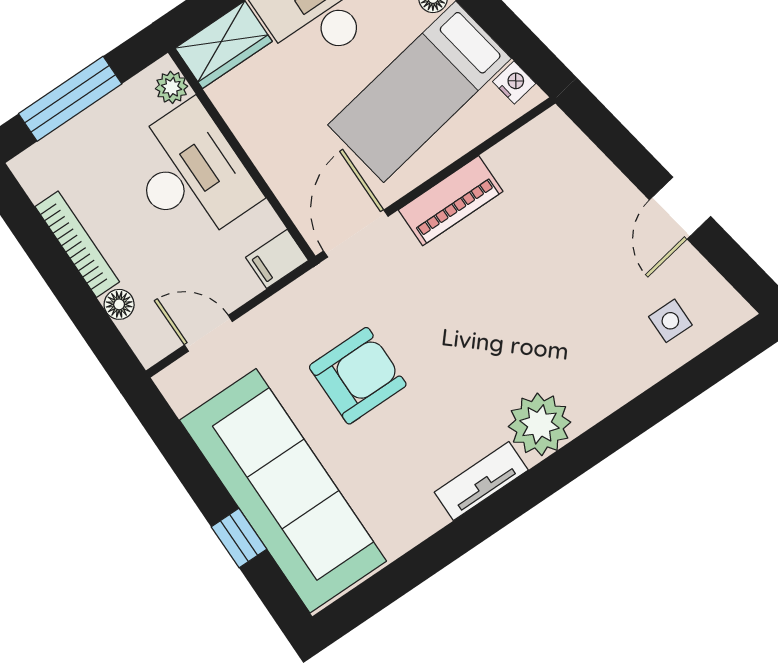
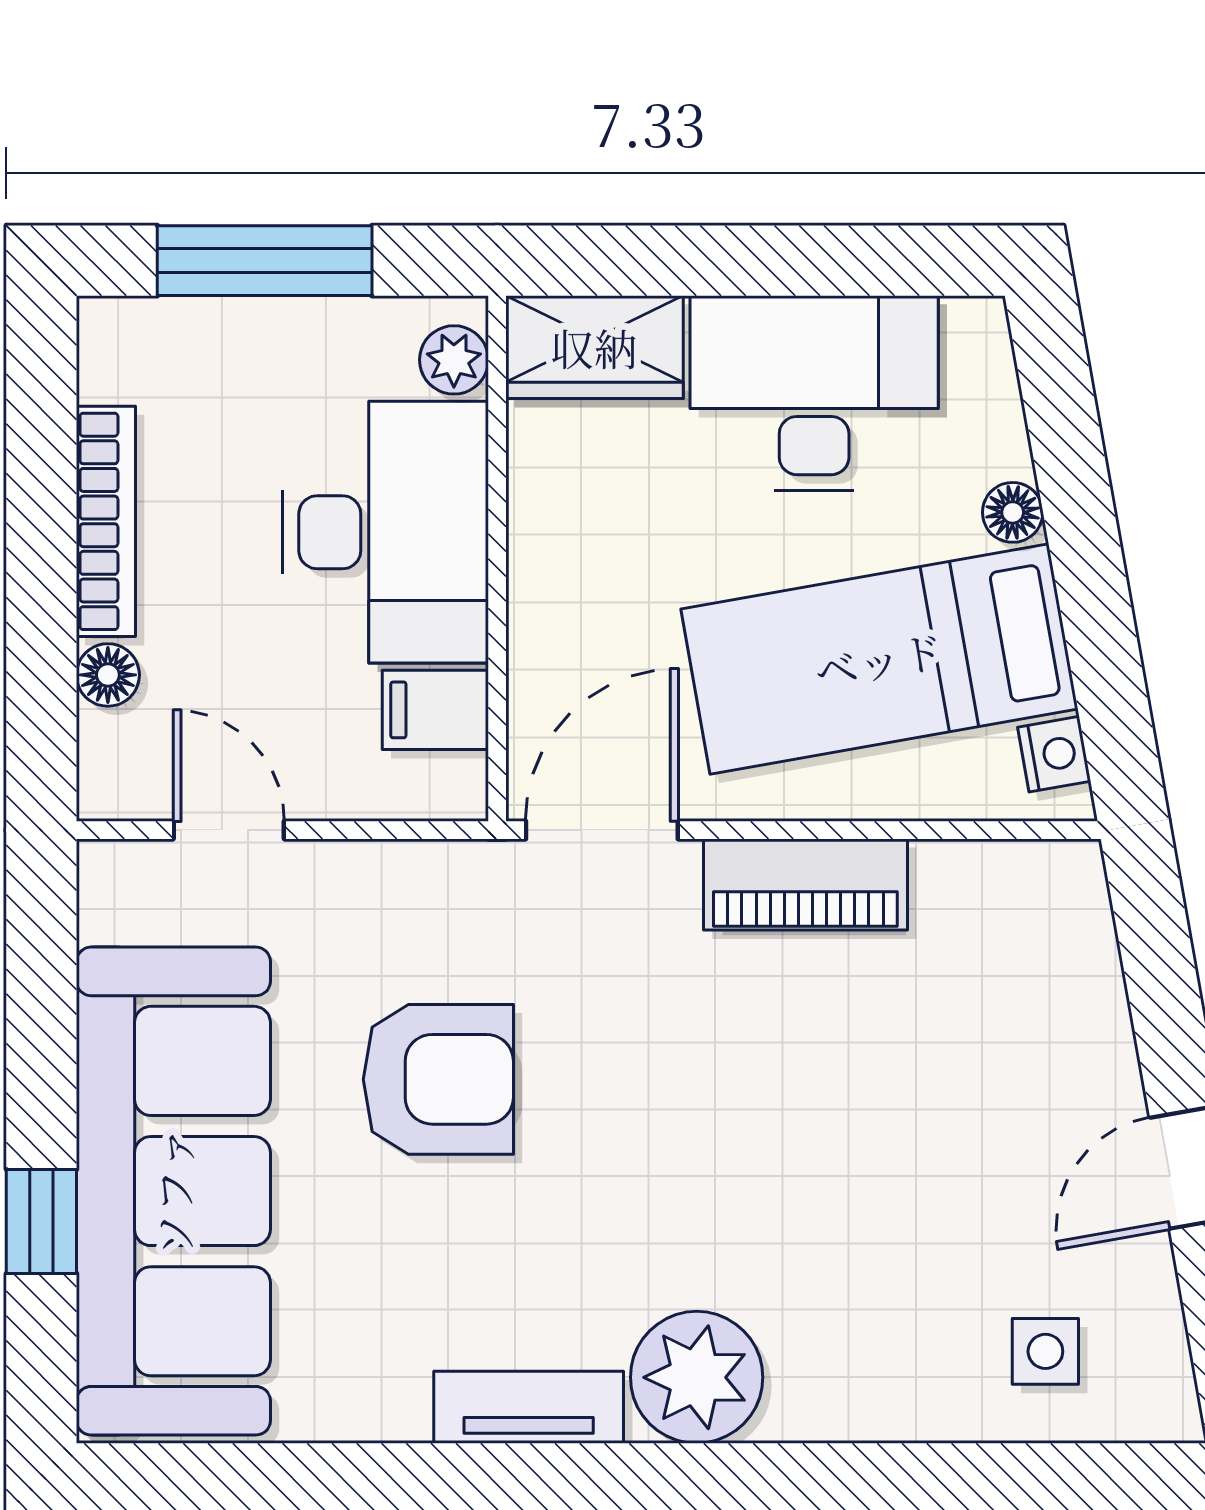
filing cabinet: (277, 259) -> (435, 710), moved

